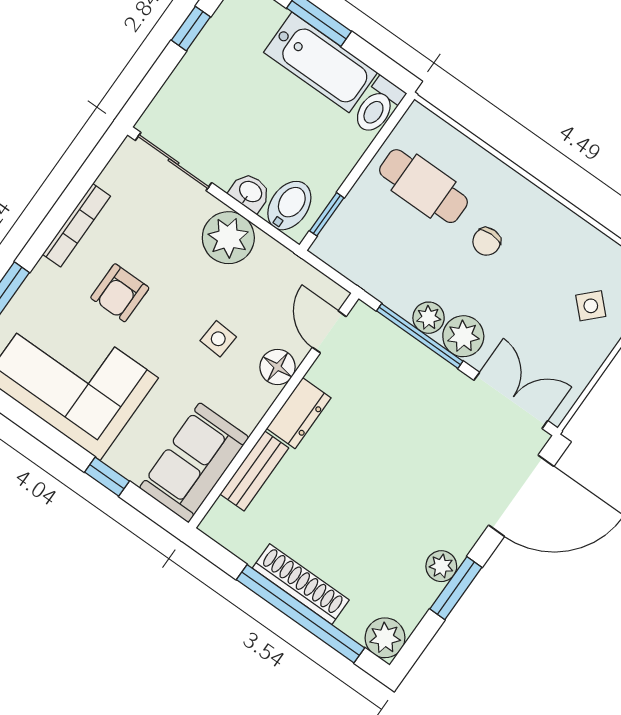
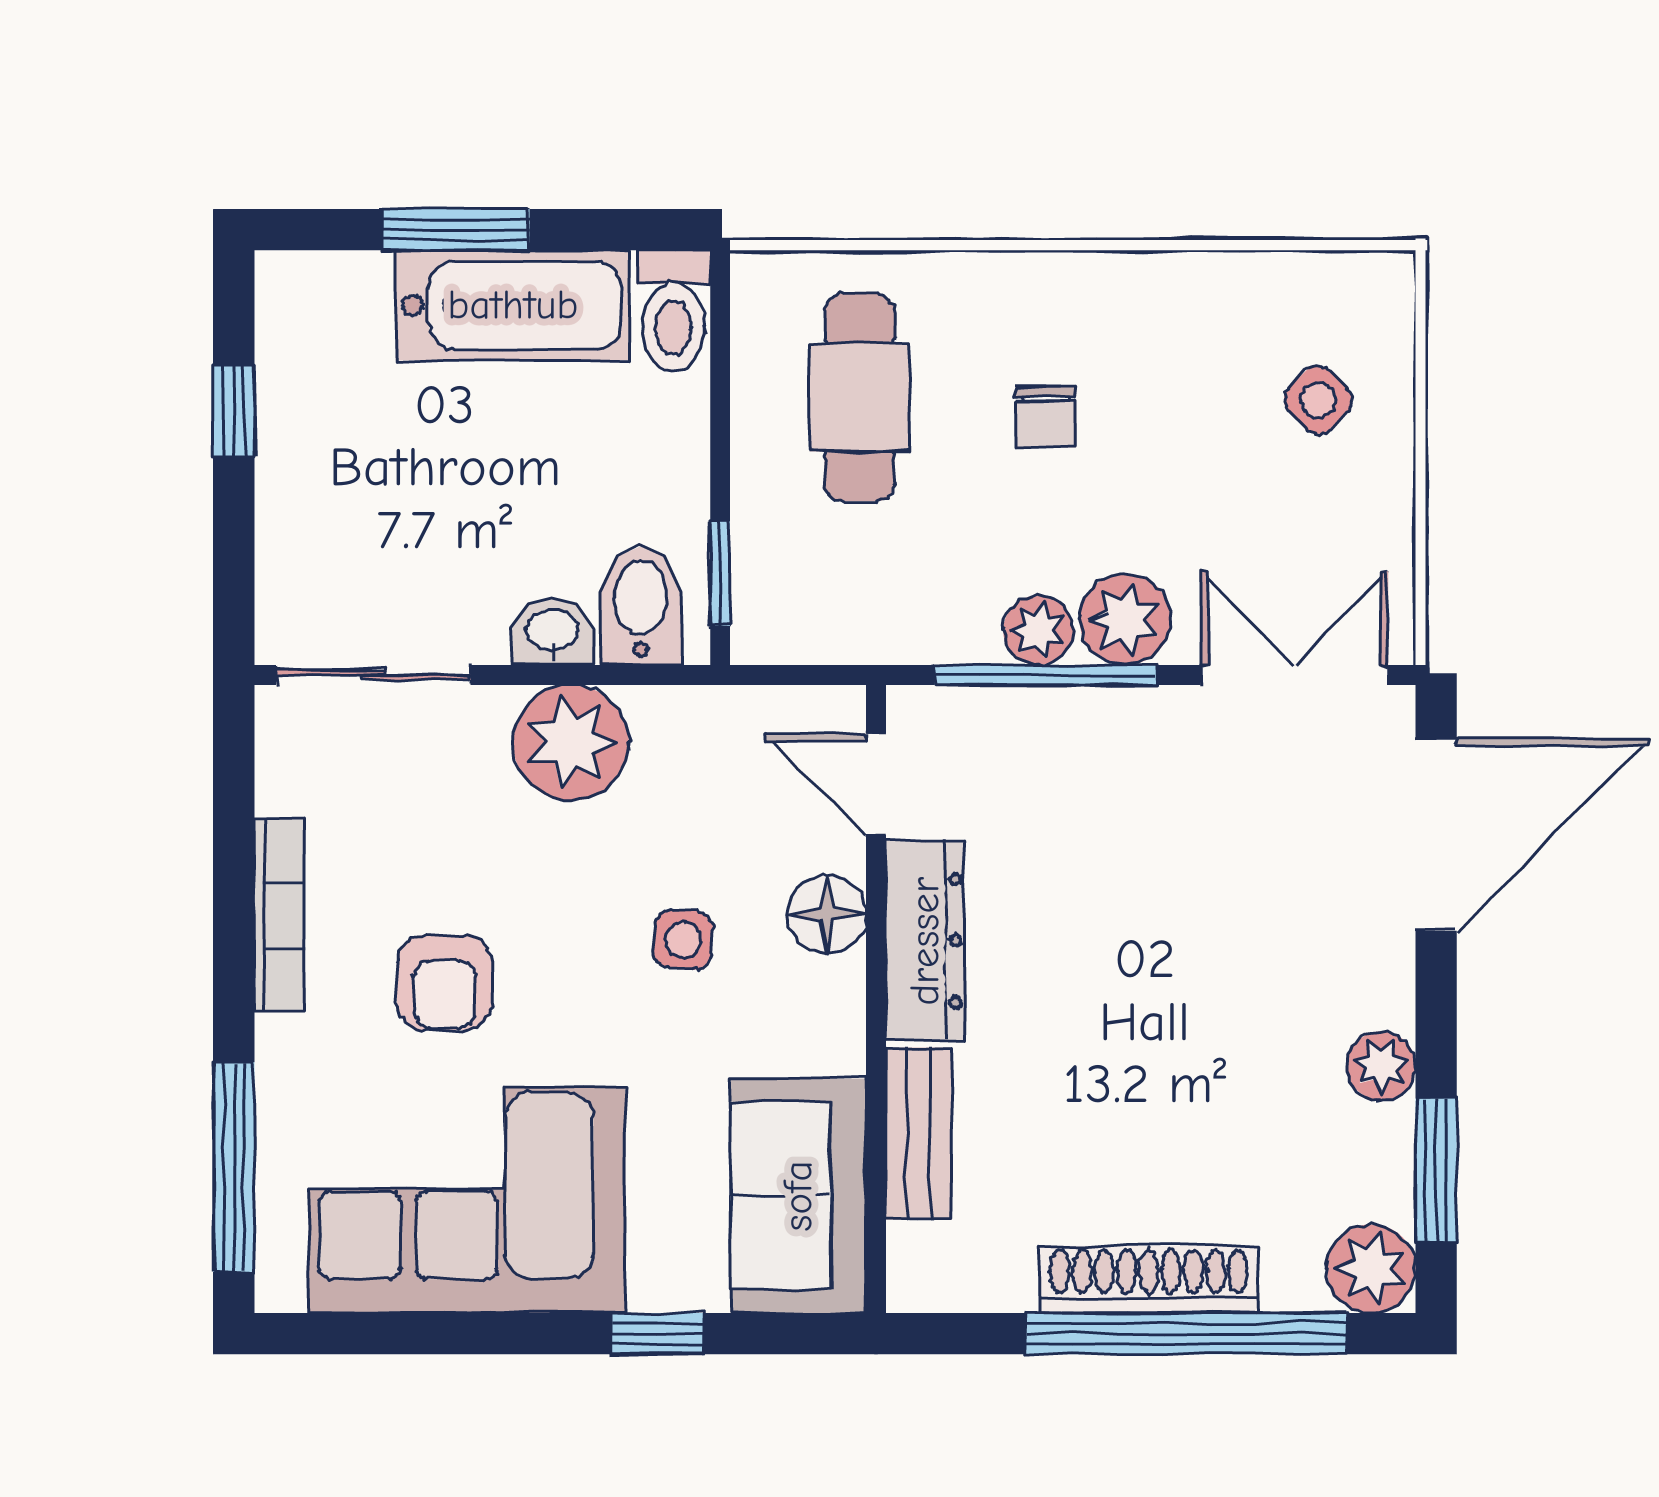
cafe table: (424, 186) -> (860, 398), turned 90
dresser: (299, 413) -> (925, 941), width x1.44
window: (456, 588) -> (1436, 1170), moved

